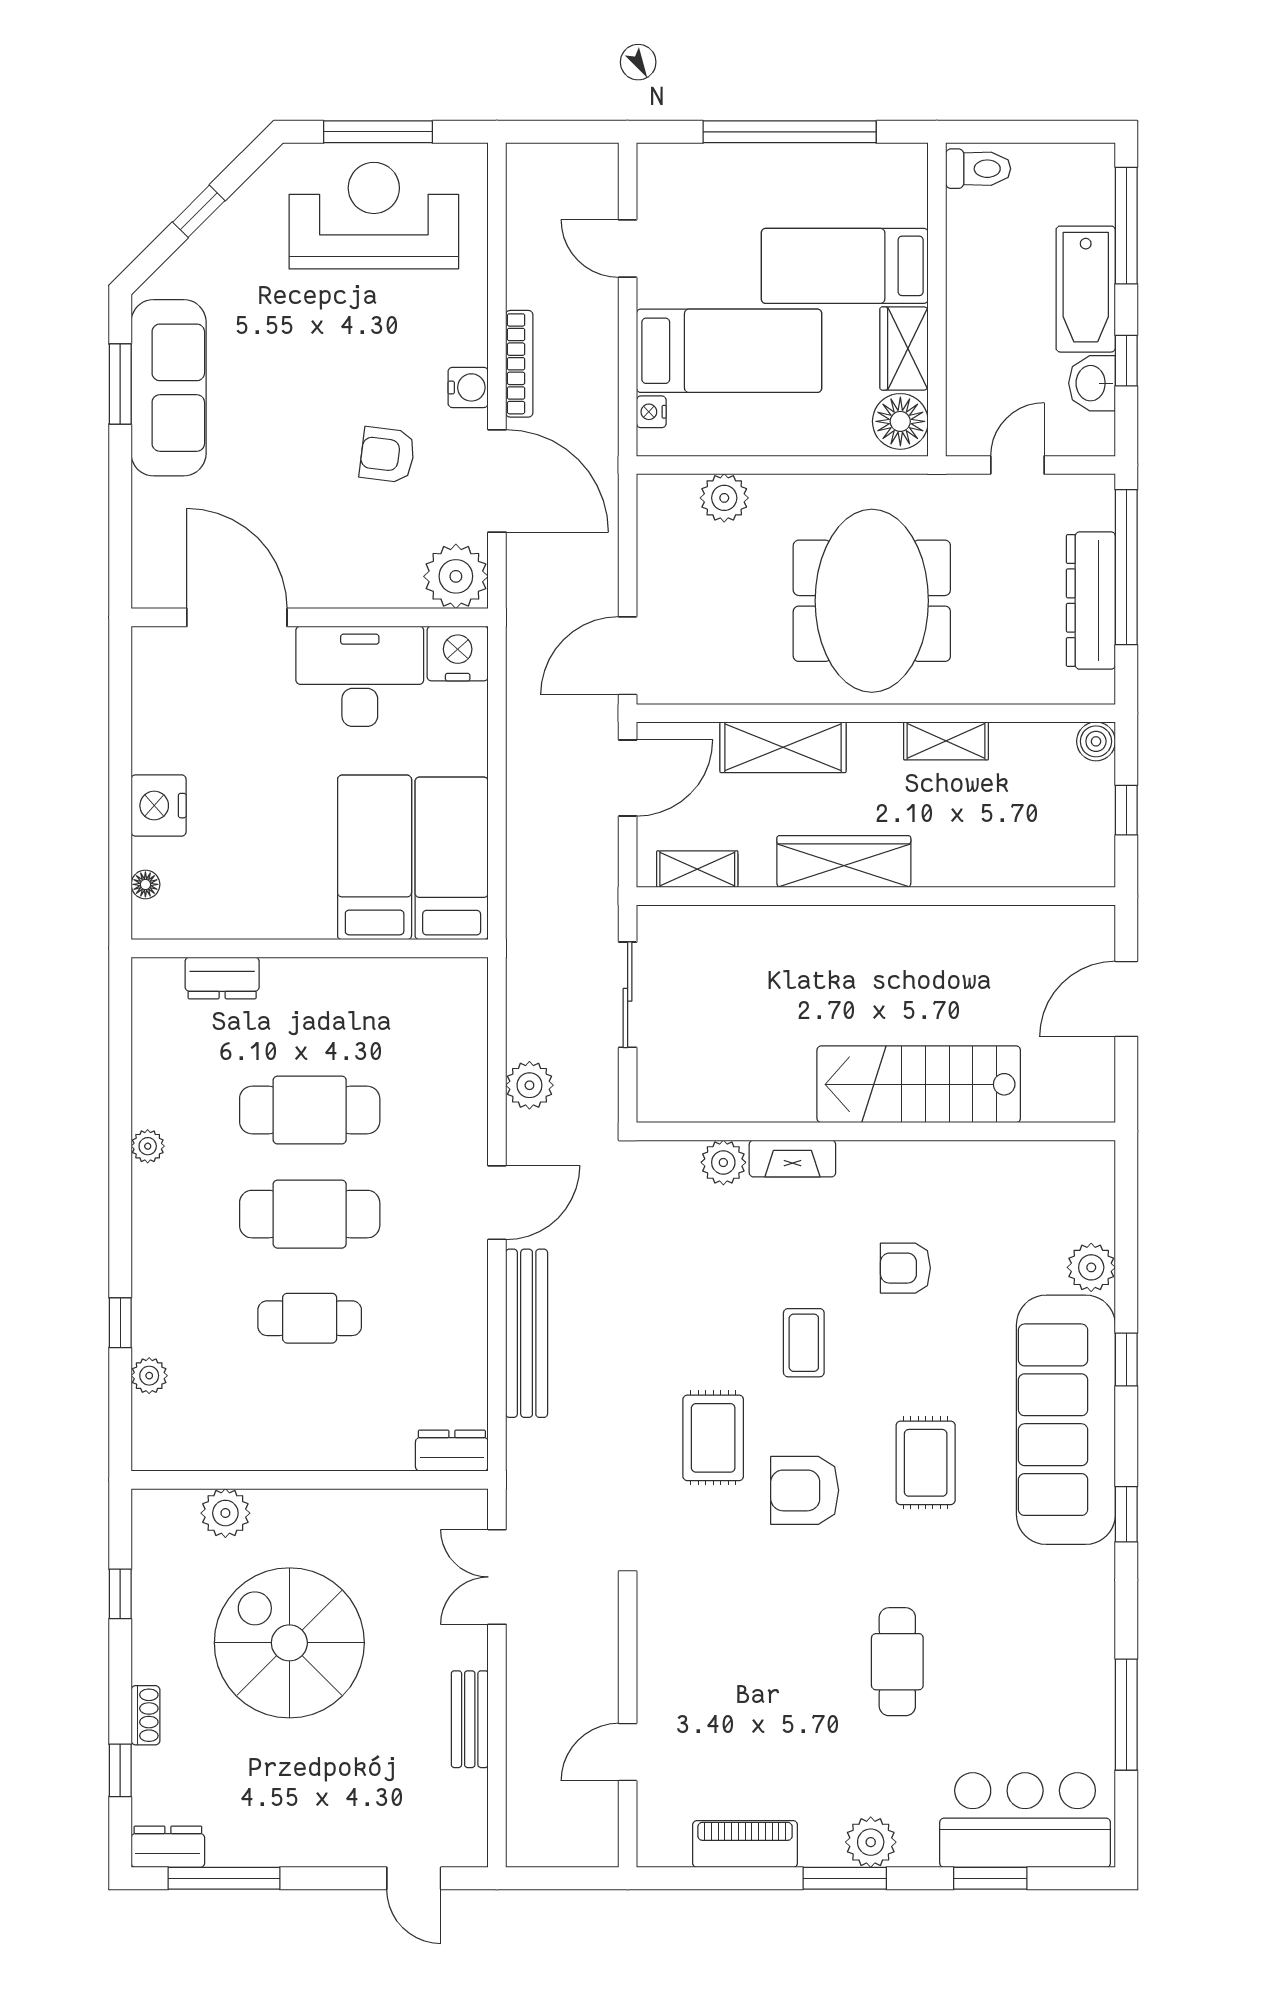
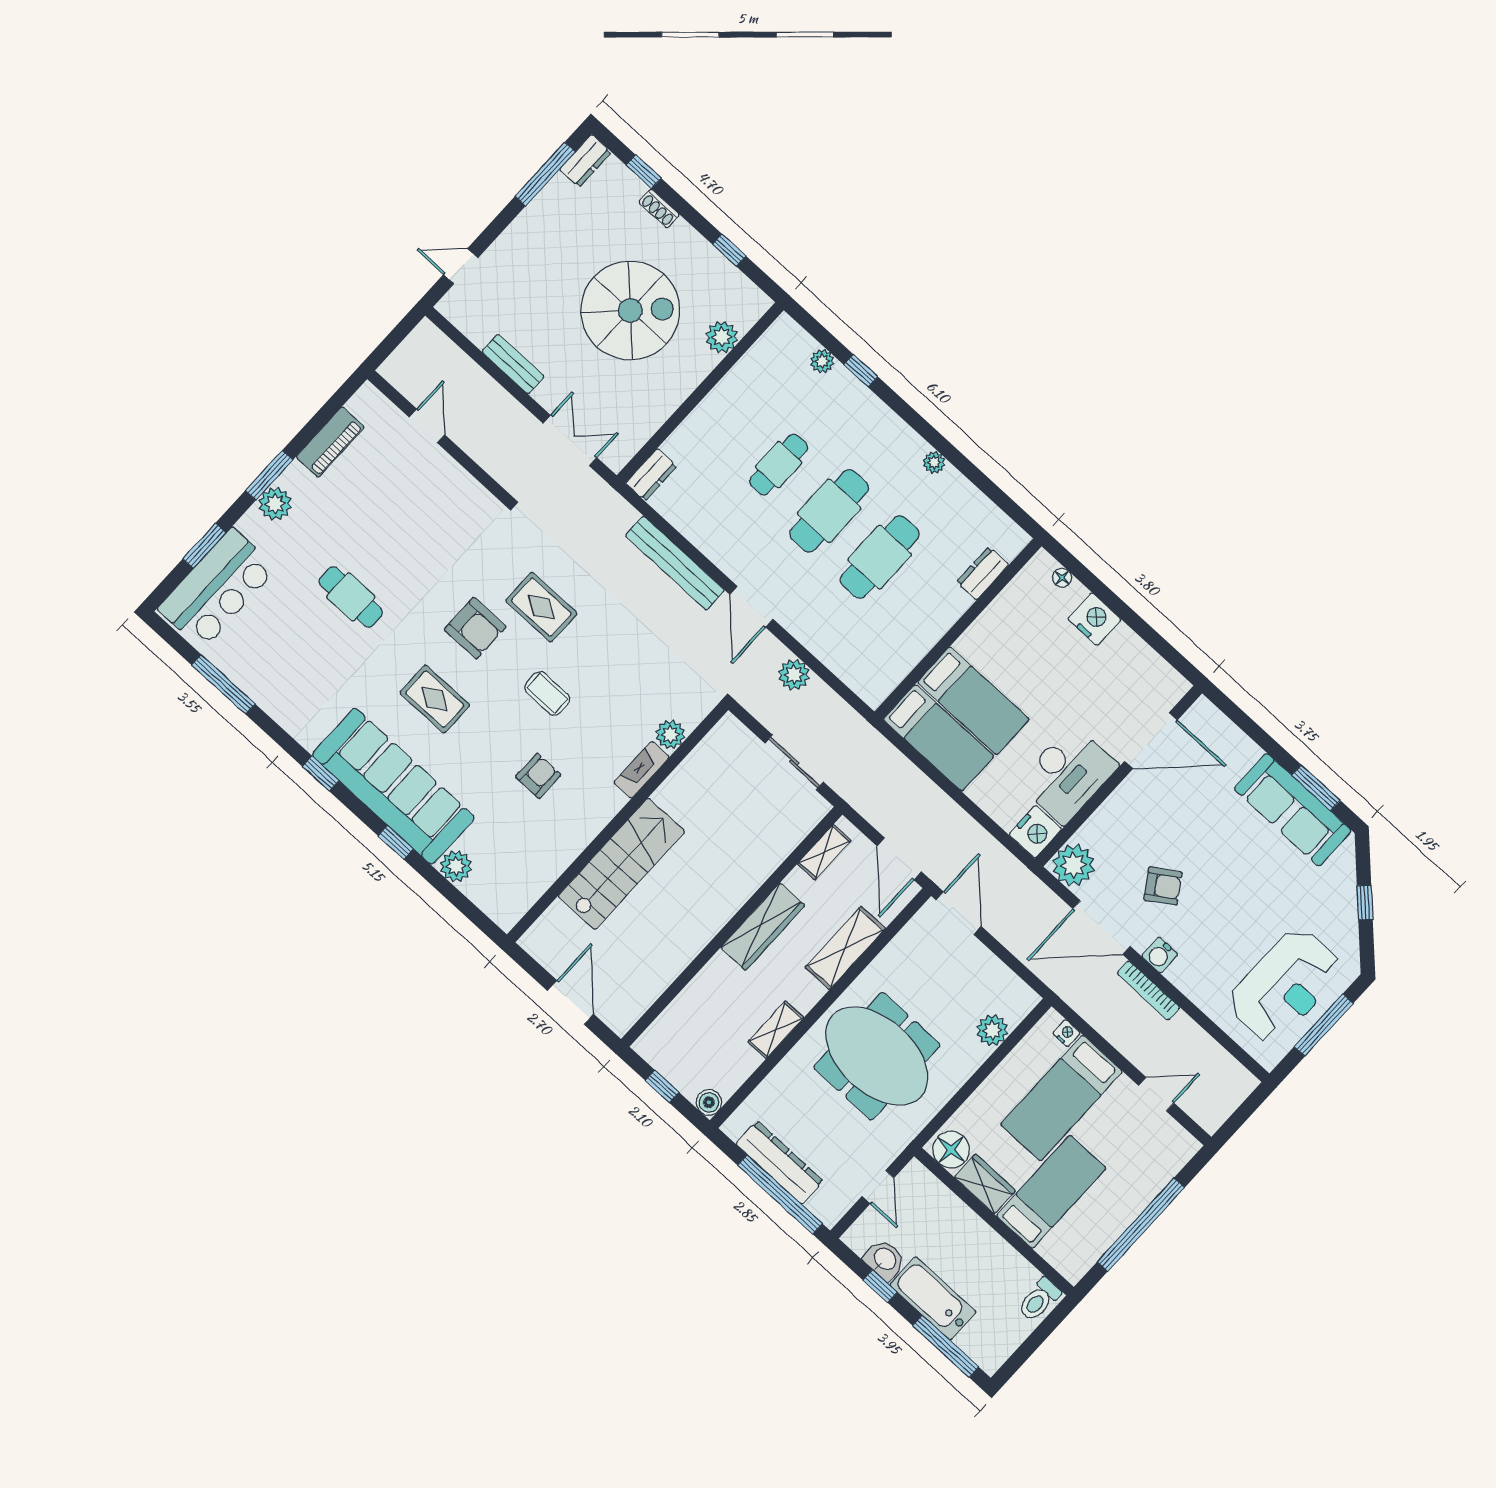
armchair: (387, 455) -> (1163, 886), turned 50
armchair: (805, 1490) -> (475, 628), turned 90

